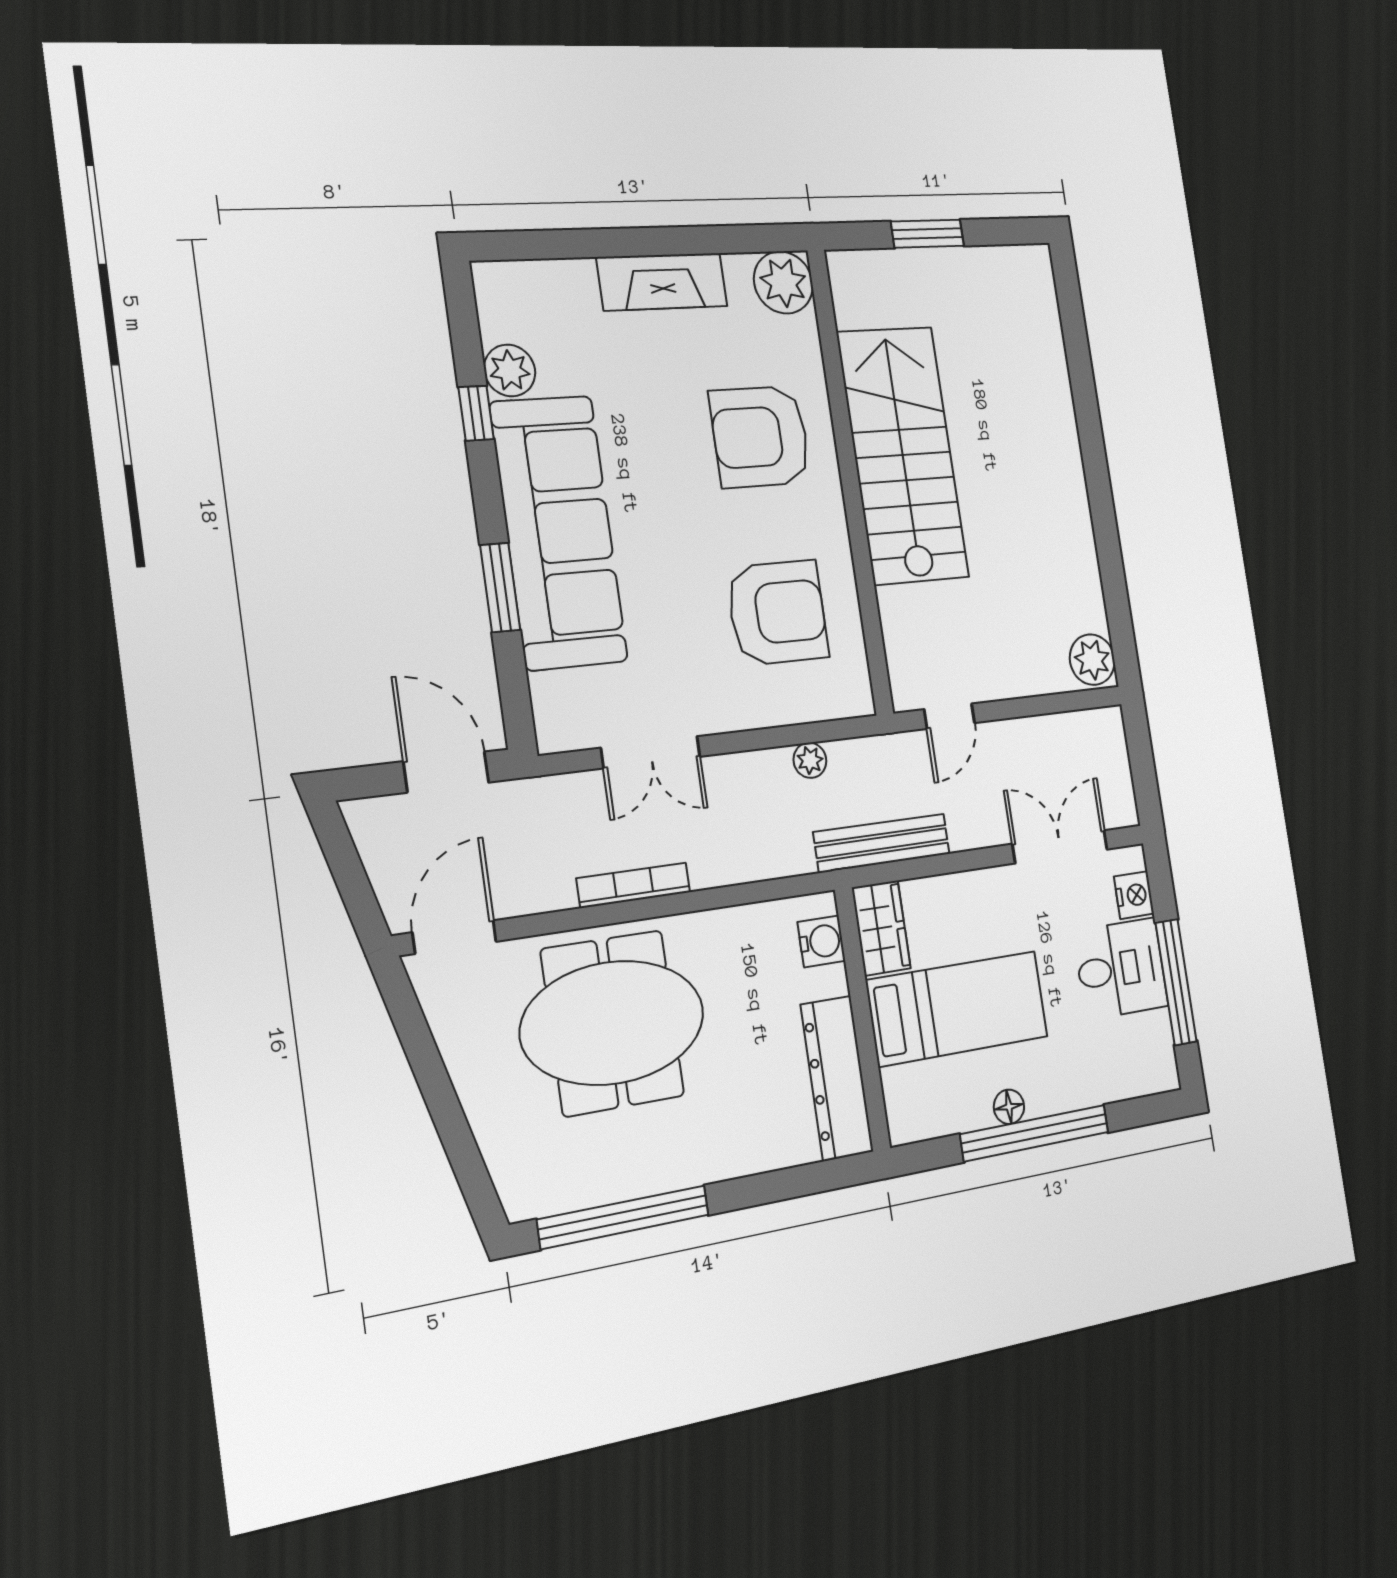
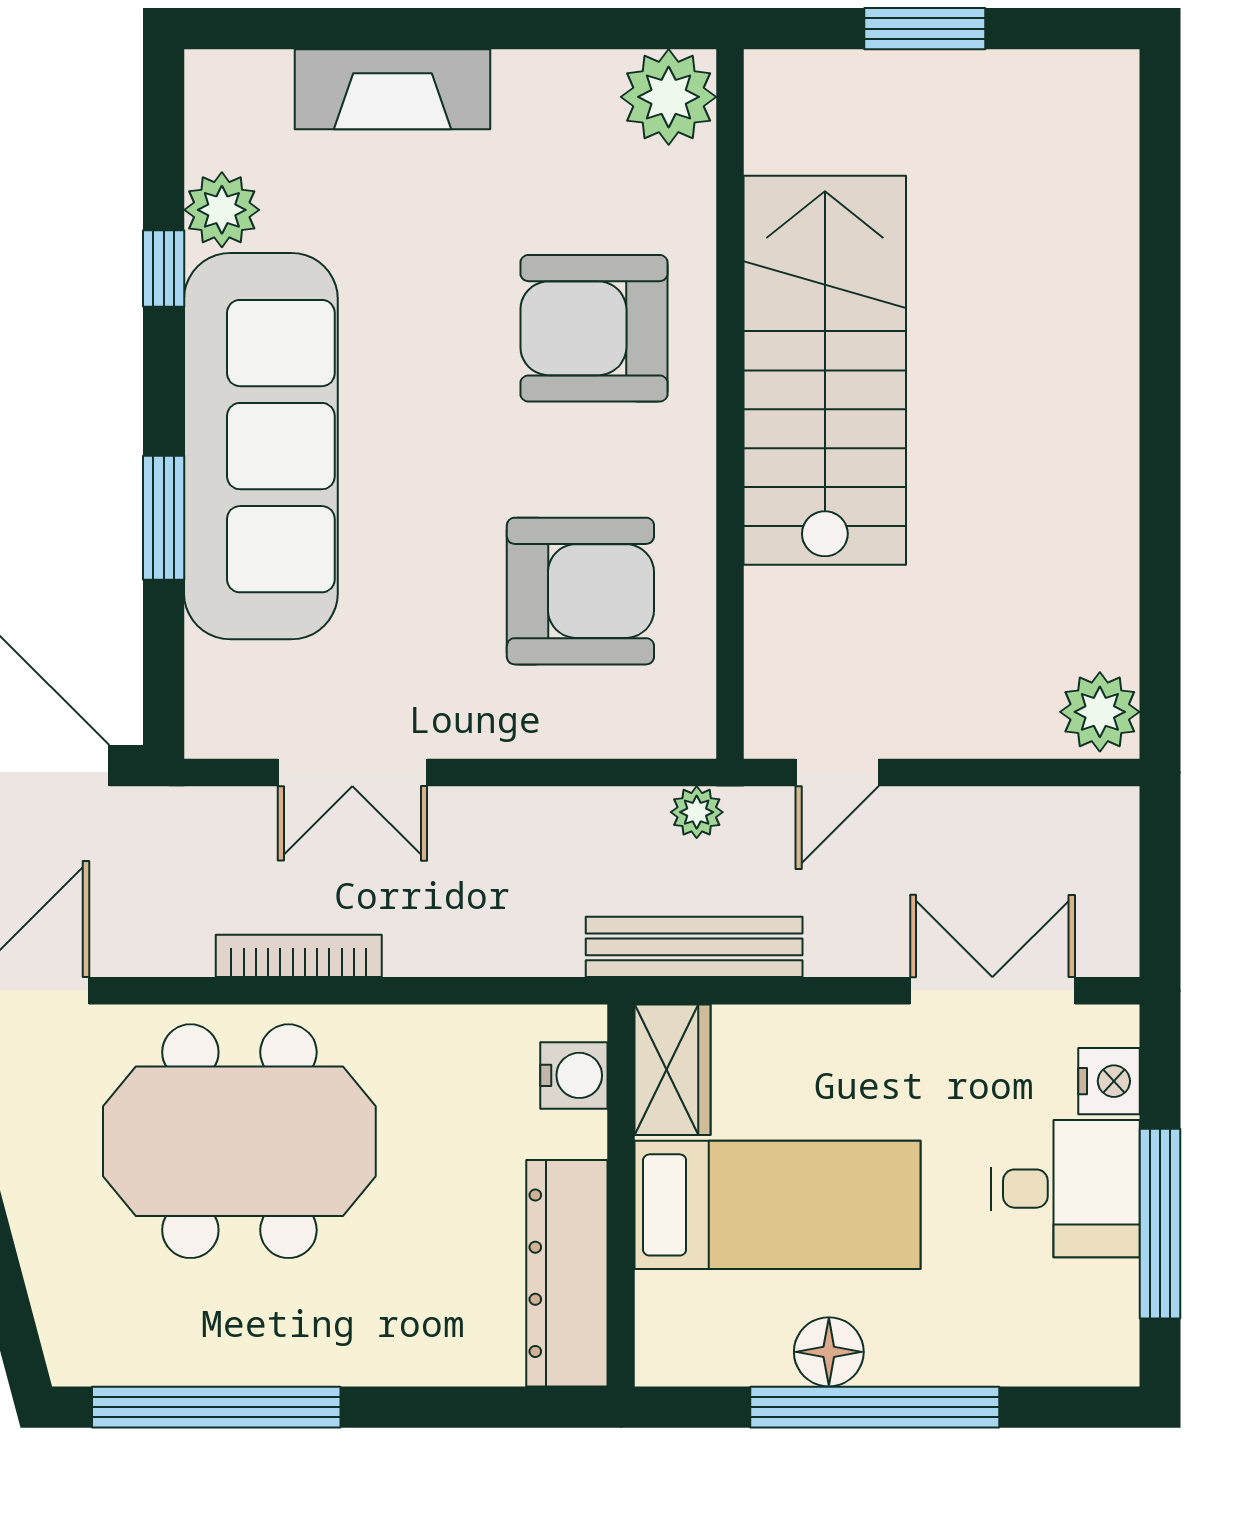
fireplace: (662, 282) -> (393, 89), moved
plant: (810, 760) -> (697, 812), moved
floor lamp: (1009, 1107) -> (829, 1352), width x1.37, depth x1.37

